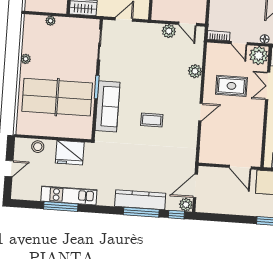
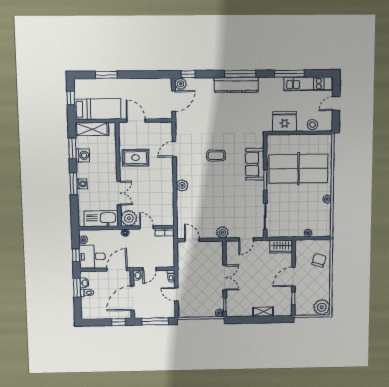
plant: (169, 31) -> (222, 232), moved
plant: (195, 71) -> (182, 185), moved
rug: (231, 86) -> (136, 158), moved
sofa: (108, 106) -> (255, 164), width x0.73
door: (201, 112) -> (174, 149), moved
kitchen unit: (69, 195) -> (308, 84), moved
kitchen counter: (140, 200) -> (236, 85), moved
window: (141, 212) -> (240, 74), moved

